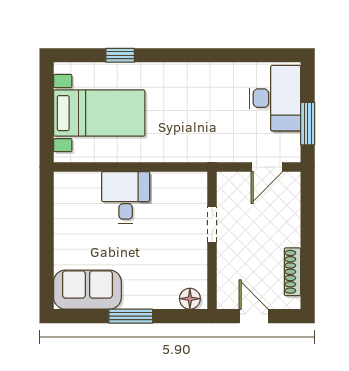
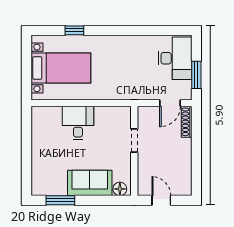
shoe rack: (292, 272) -> (187, 122), moved
sofa: (87, 290) -> (90, 183), moved
window: (131, 316) -> (60, 200), moved

